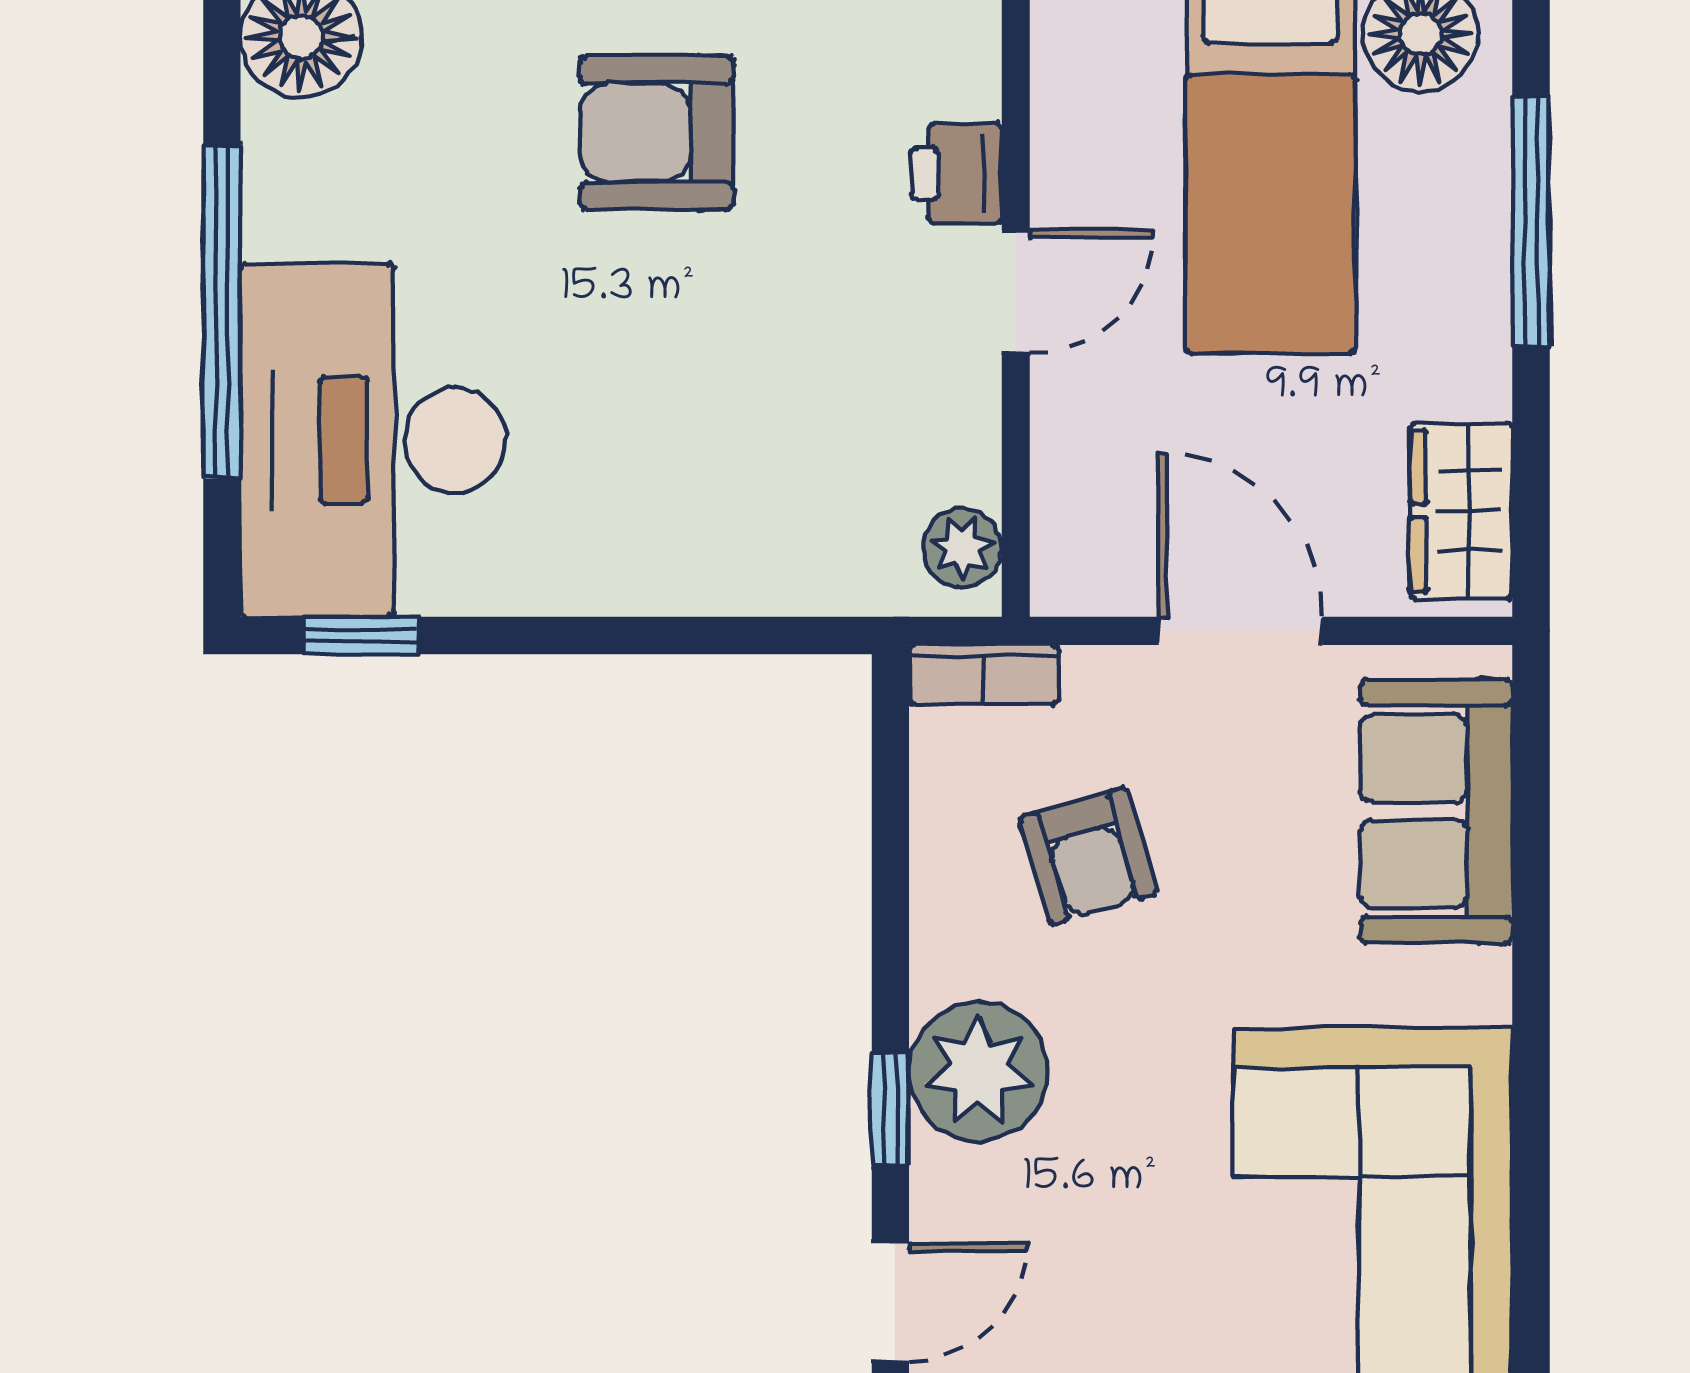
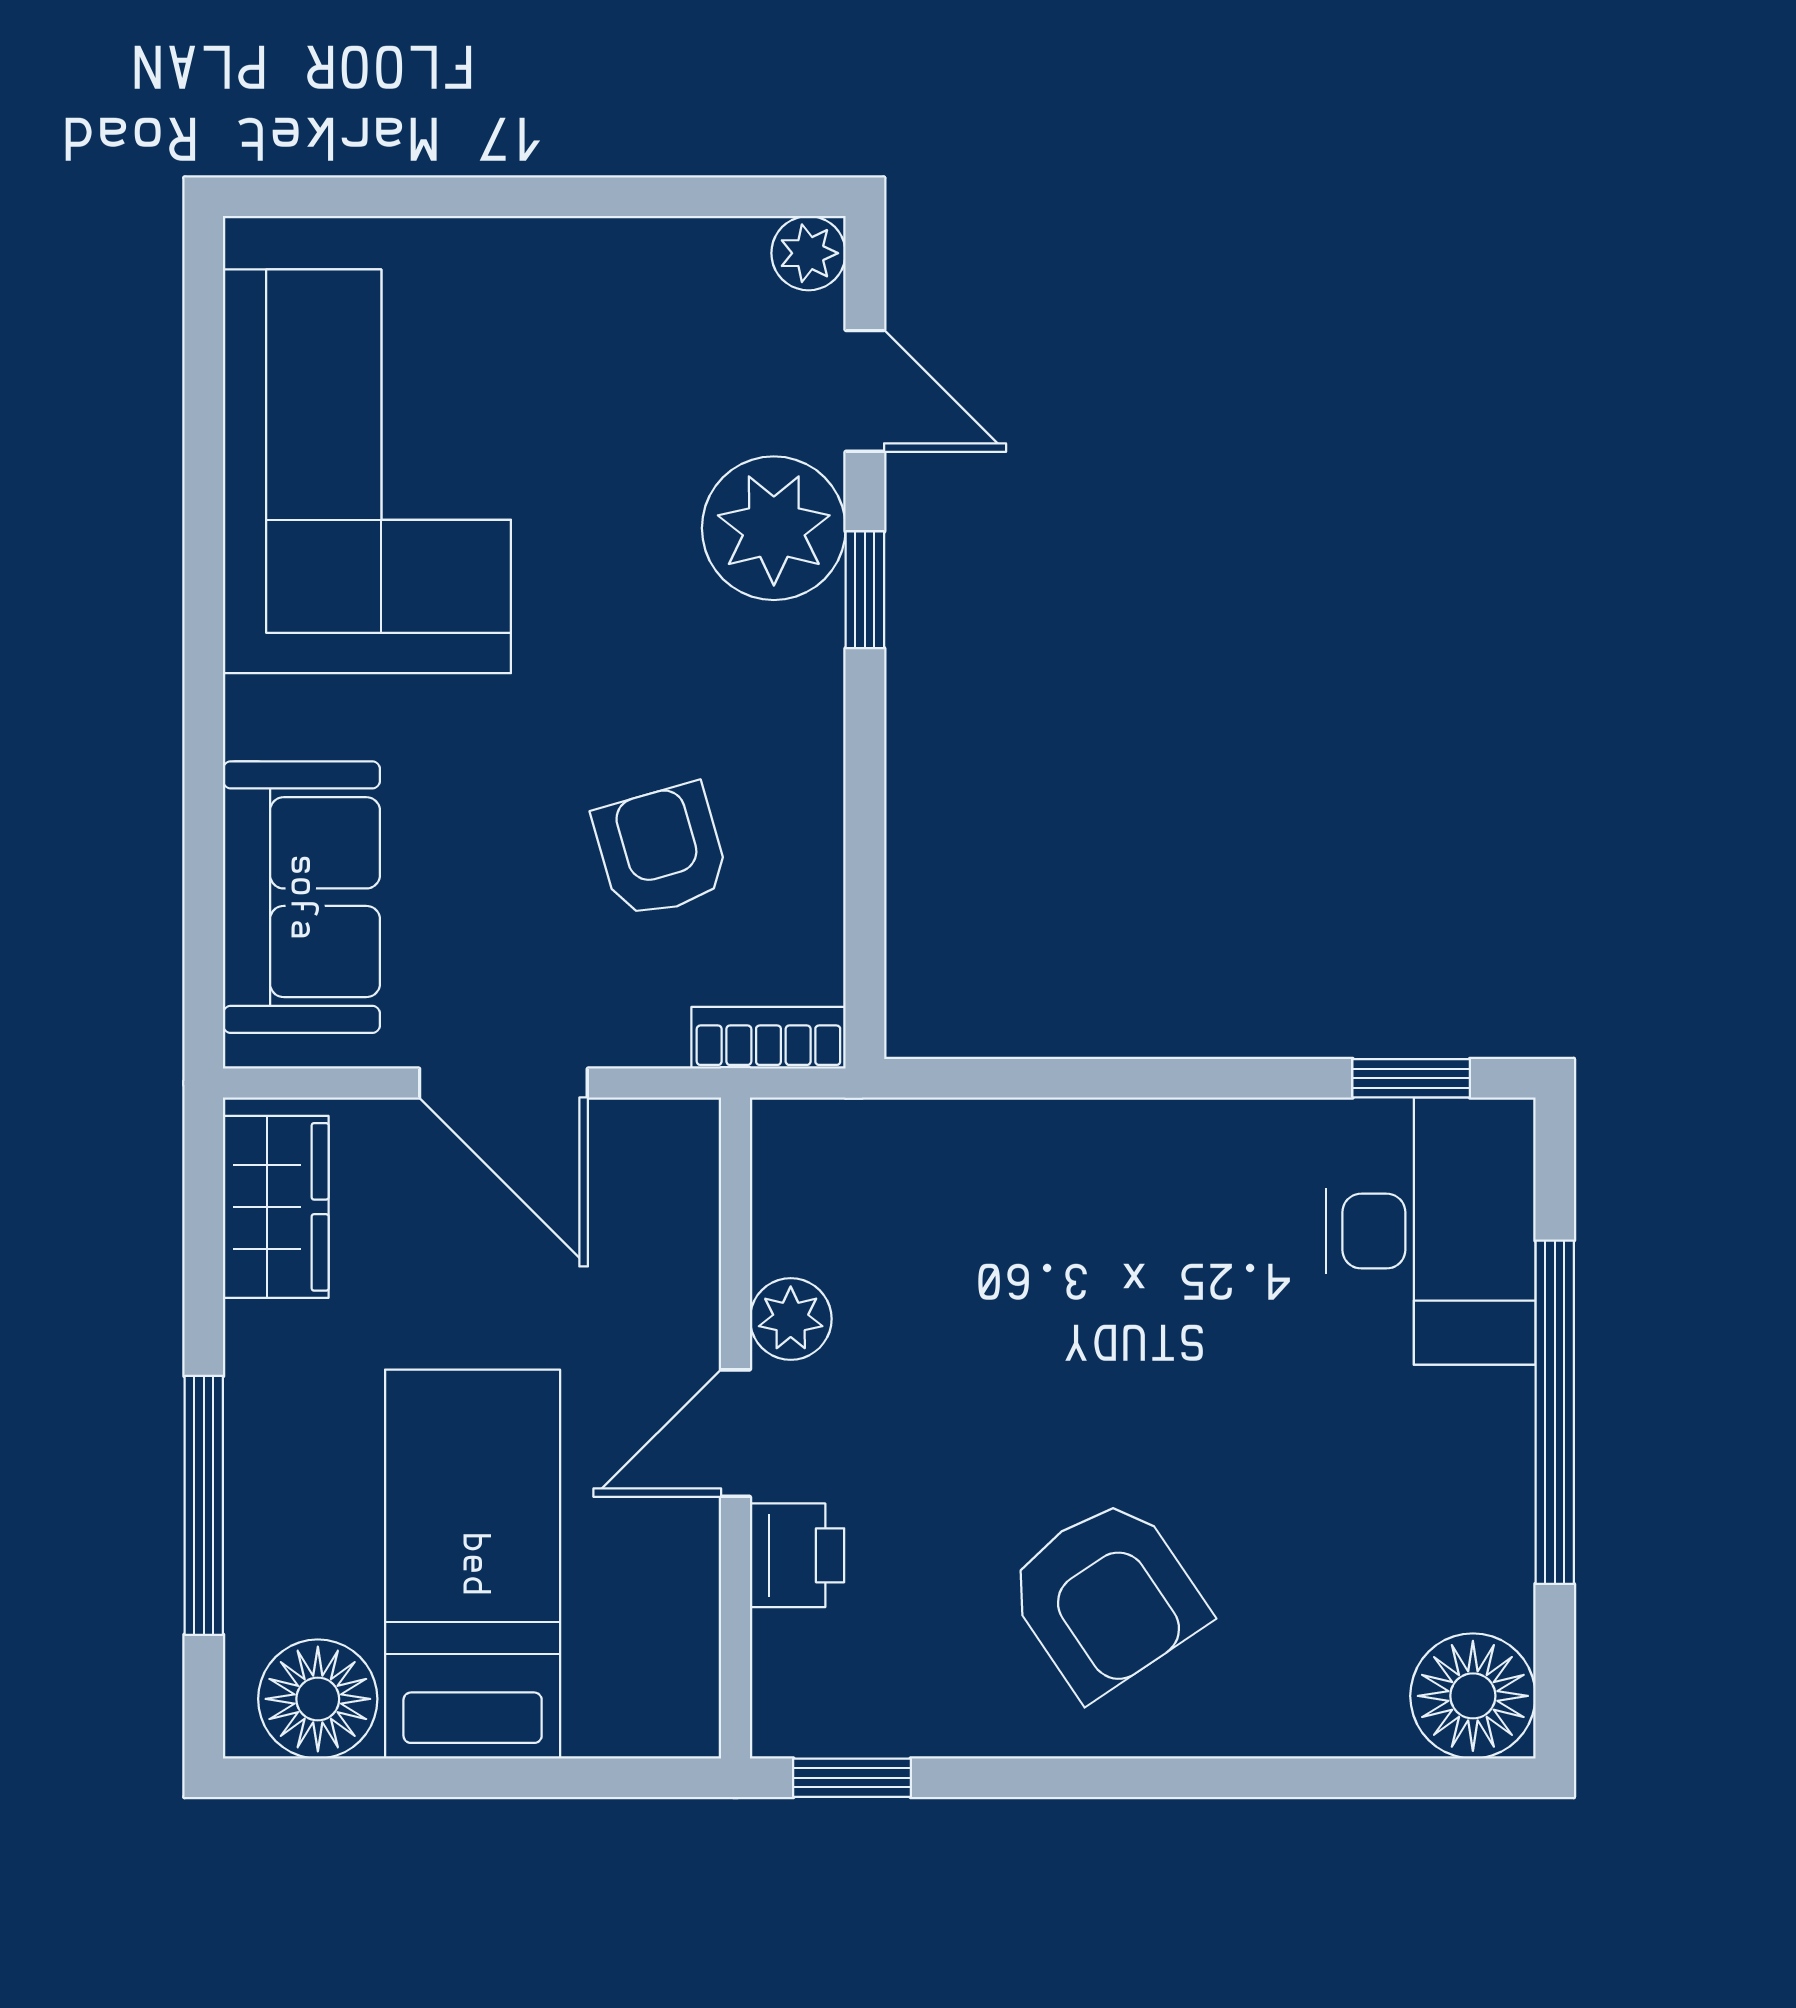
armchair: (657, 133) -> (1106, 1597), turned 56
desk: (373, 440) -> (1431, 1231), width x0.73, depth x0.77
plant: (962, 548) -> (791, 1319), moved
plant: (979, 1072) -> (774, 528), moved
door: (890, 1302) -> (865, 391), swing flipped

